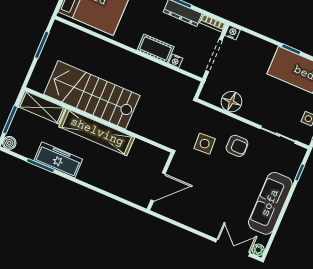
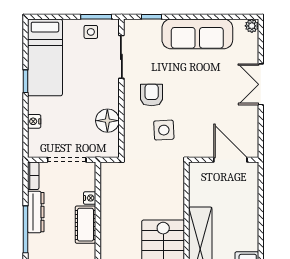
nightstand: (232, 33) -> (34, 121), moved
double door: (233, 248) -> (261, 84), moved

